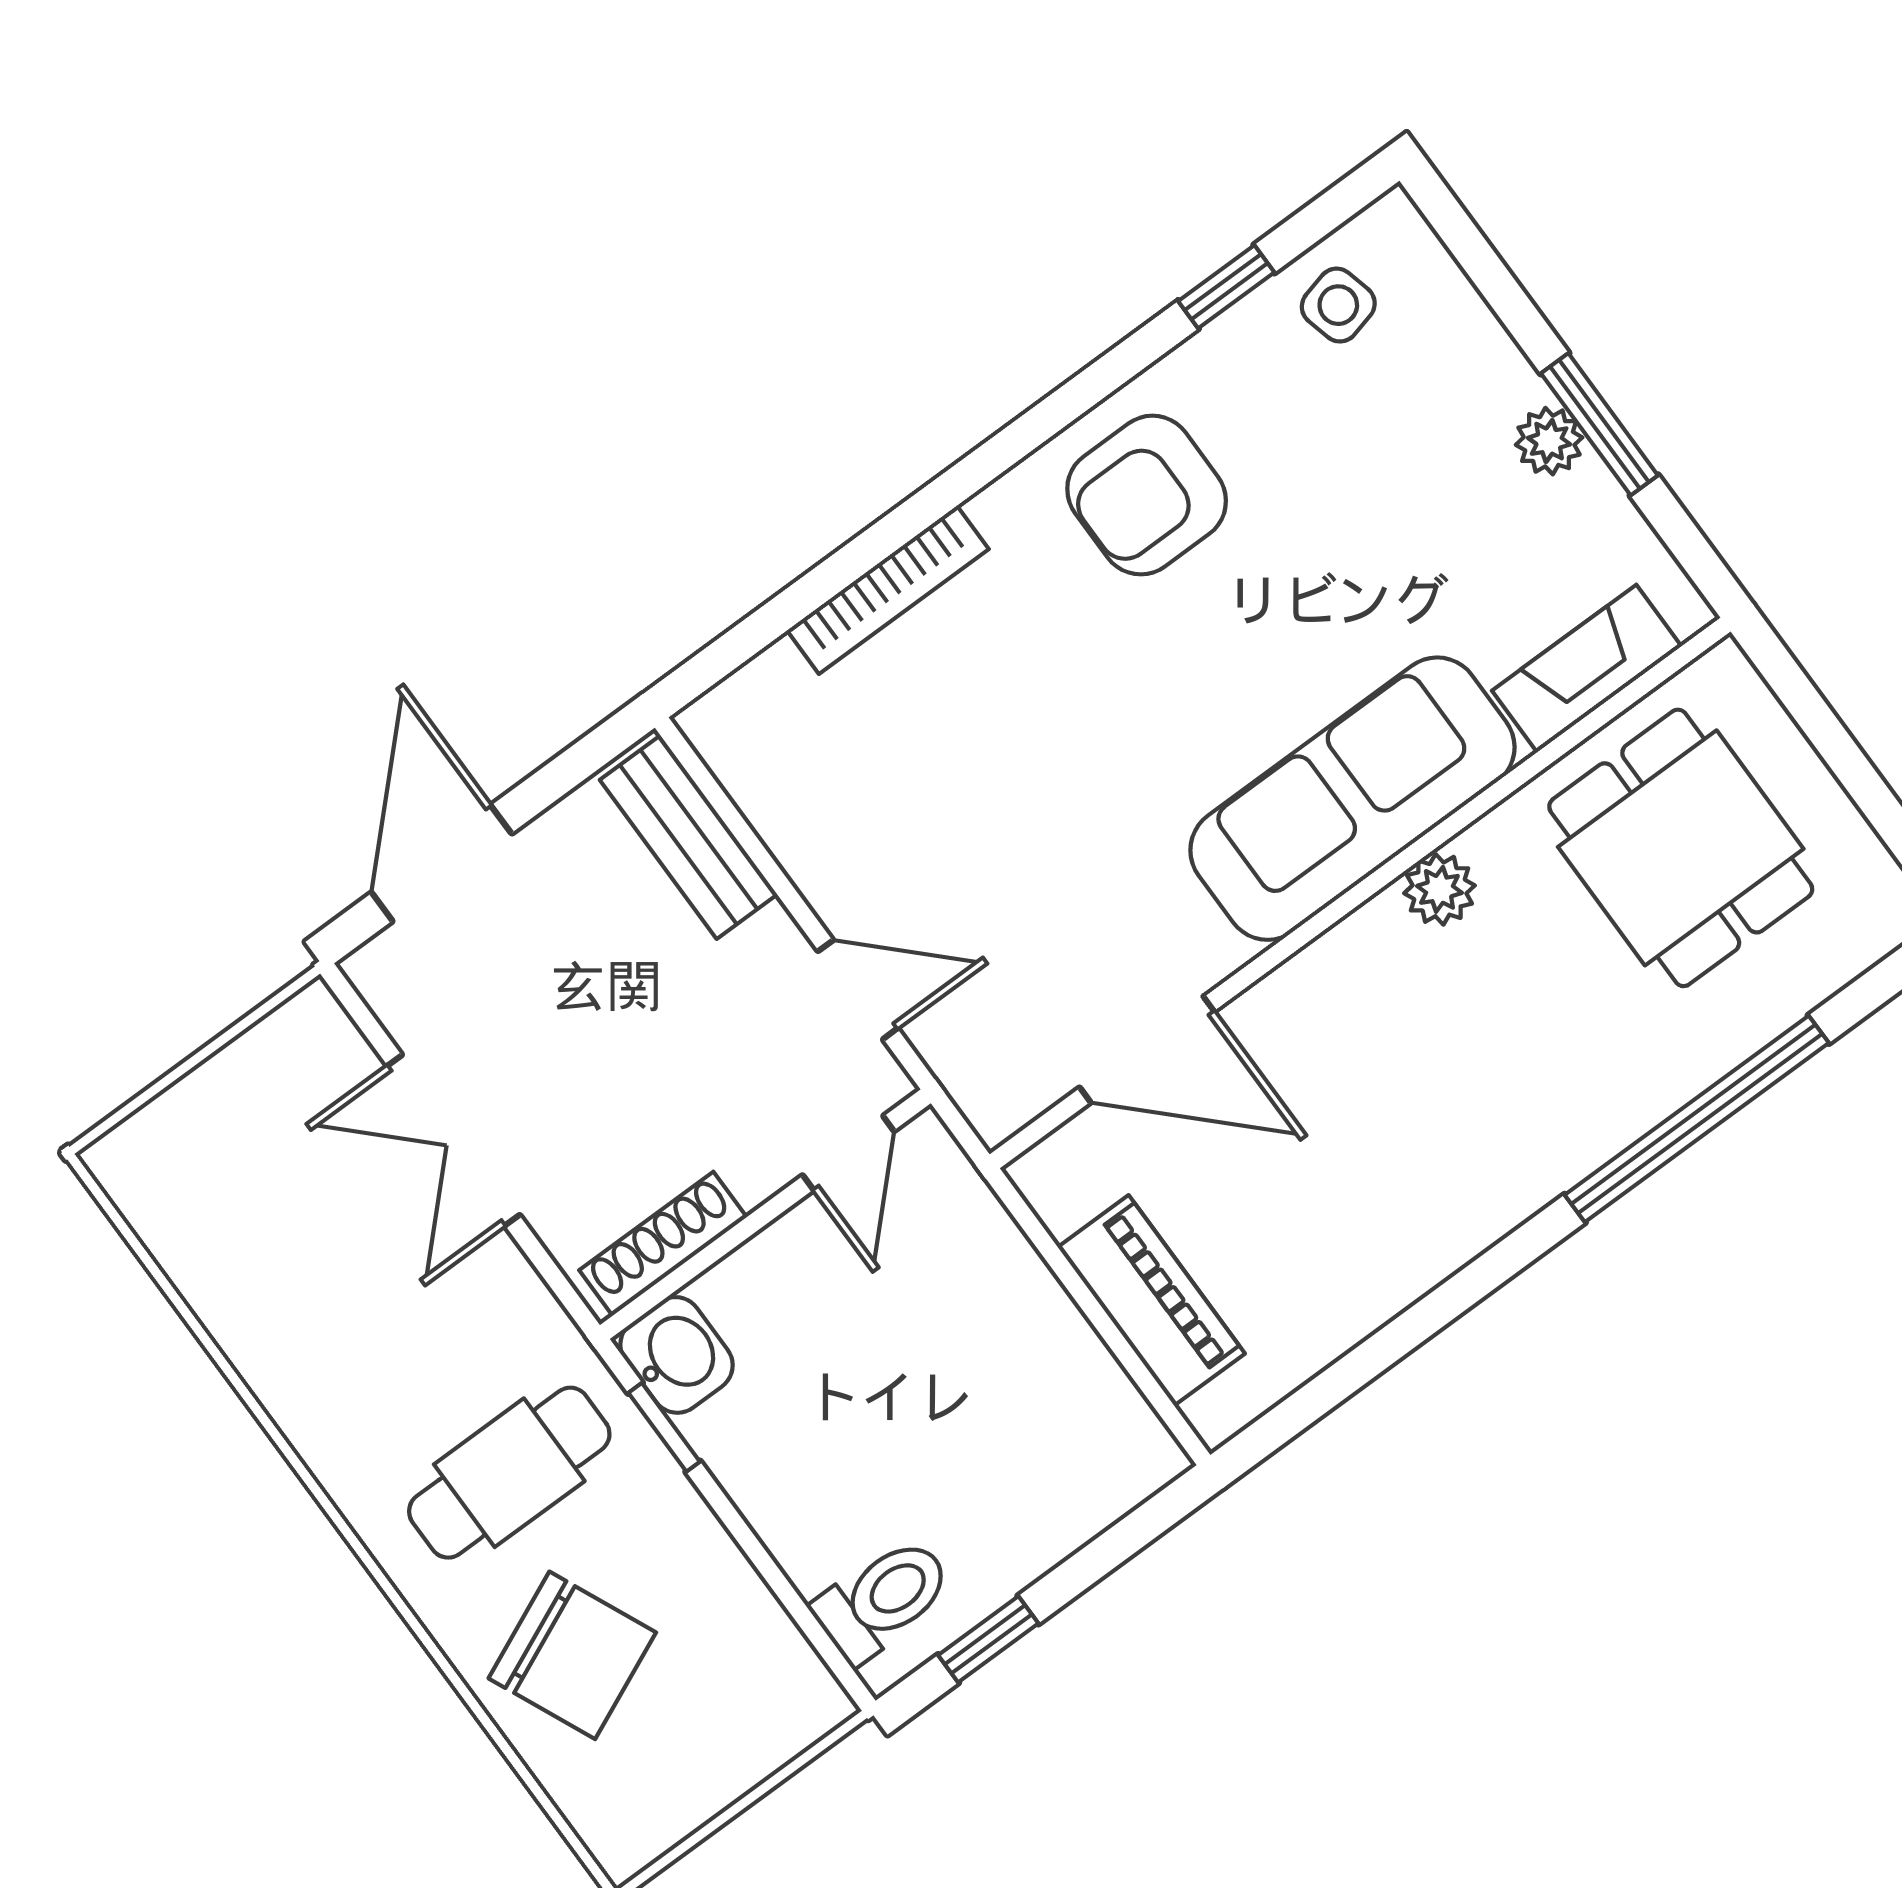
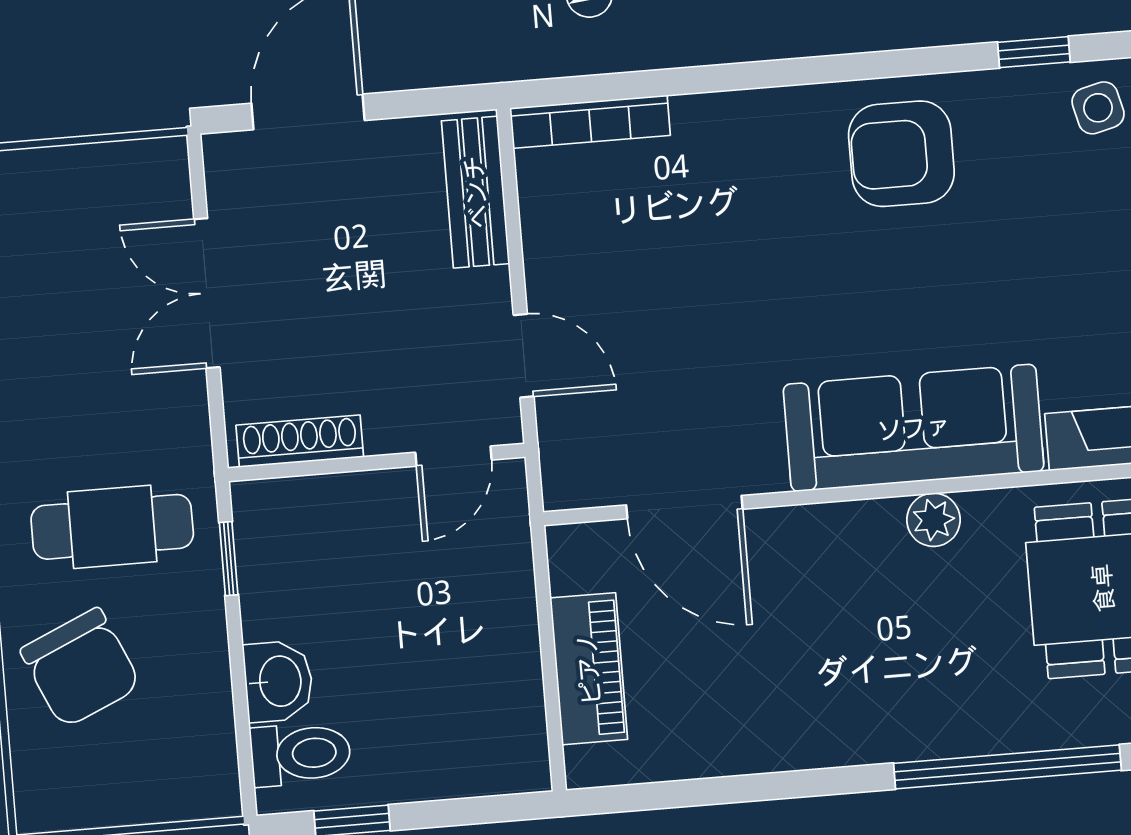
bookcase: (888, 590) -> (590, 122), moved
washbasin: (676, 1355) -> (278, 681), moved

